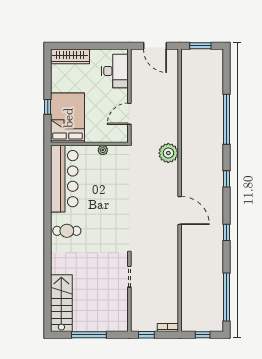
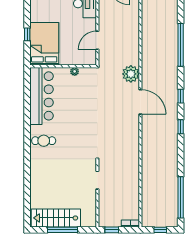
door: (180, 210) -> (140, 102), moved
window: (226, 232) -> (181, 127), moved
stairs: (61, 303) -> (56, 218), moved, turned -90

